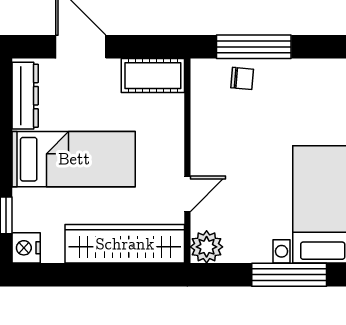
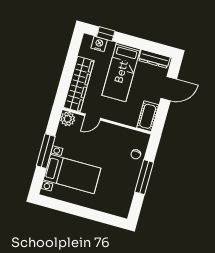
window: (254, 47) -> (144, 177), moved
door: (187, 194) -> (93, 117), hinge flipped
nightstand: (26, 248) -> (99, 44), moved

